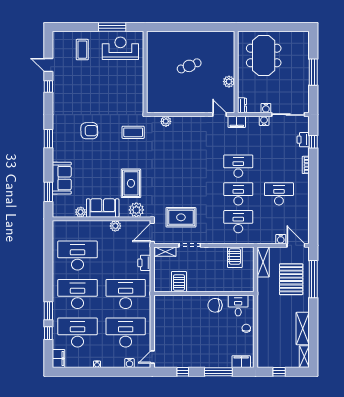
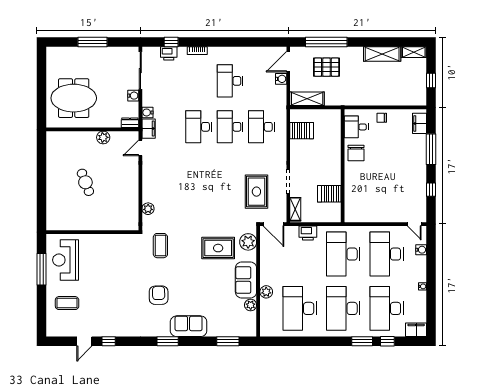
water cooler: (264, 121) -> (147, 112), moved
sofa: (62, 178) -> (189, 326), moved
plant: (115, 226) -> (266, 292), moved
pallet: (291, 279) -> (326, 67), width x0.73, depth x0.71

